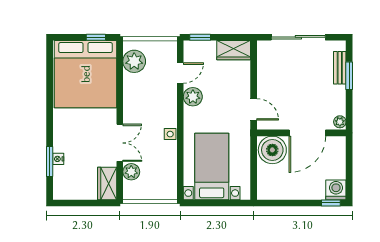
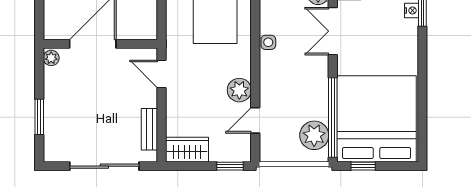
bench: (340, 68) -> (149, 129), moved
window: (120, 75) -> (333, 118), added
boiler: (272, 150) -> (138, 22), removed

